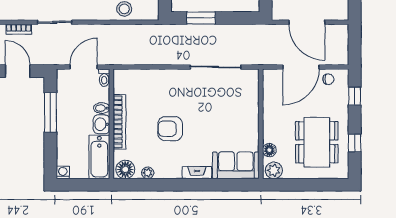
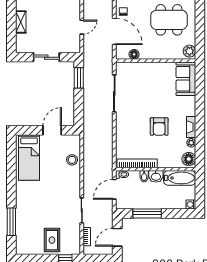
window: (201, 18) -> (79, 78), moved
door: (307, 22) -> (82, 27), width x0.53
door: (84, 67) -> (114, 189), hinge flipped
bookcase: (119, 122) -> (137, 163), moved
floor lamp: (269, 150) -> (134, 54), moved
fireplace: (197, 173) -> (191, 127), moved

